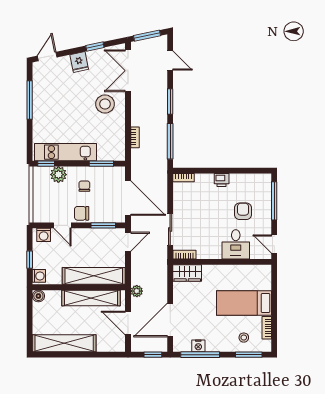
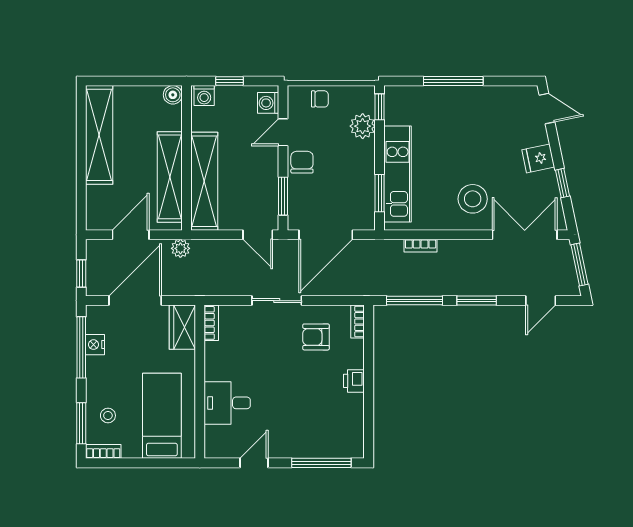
window: (30, 100) -> (453, 81), moved
kitchen unit: (66, 152) -> (398, 174), moved
chair: (84, 186) -> (320, 99), moved
armchair: (243, 211) -> (316, 337), moved, turned 180
desk: (236, 244) -> (227, 403), moved
bookcase: (185, 255) -> (211, 323), moved
wall: (222, 262) -> (200, 382), moved
wardrobe: (187, 273) -> (182, 327), moved
door: (170, 320) -> (135, 301), hinge flipped
bookcase: (267, 328) -> (103, 451), moved

